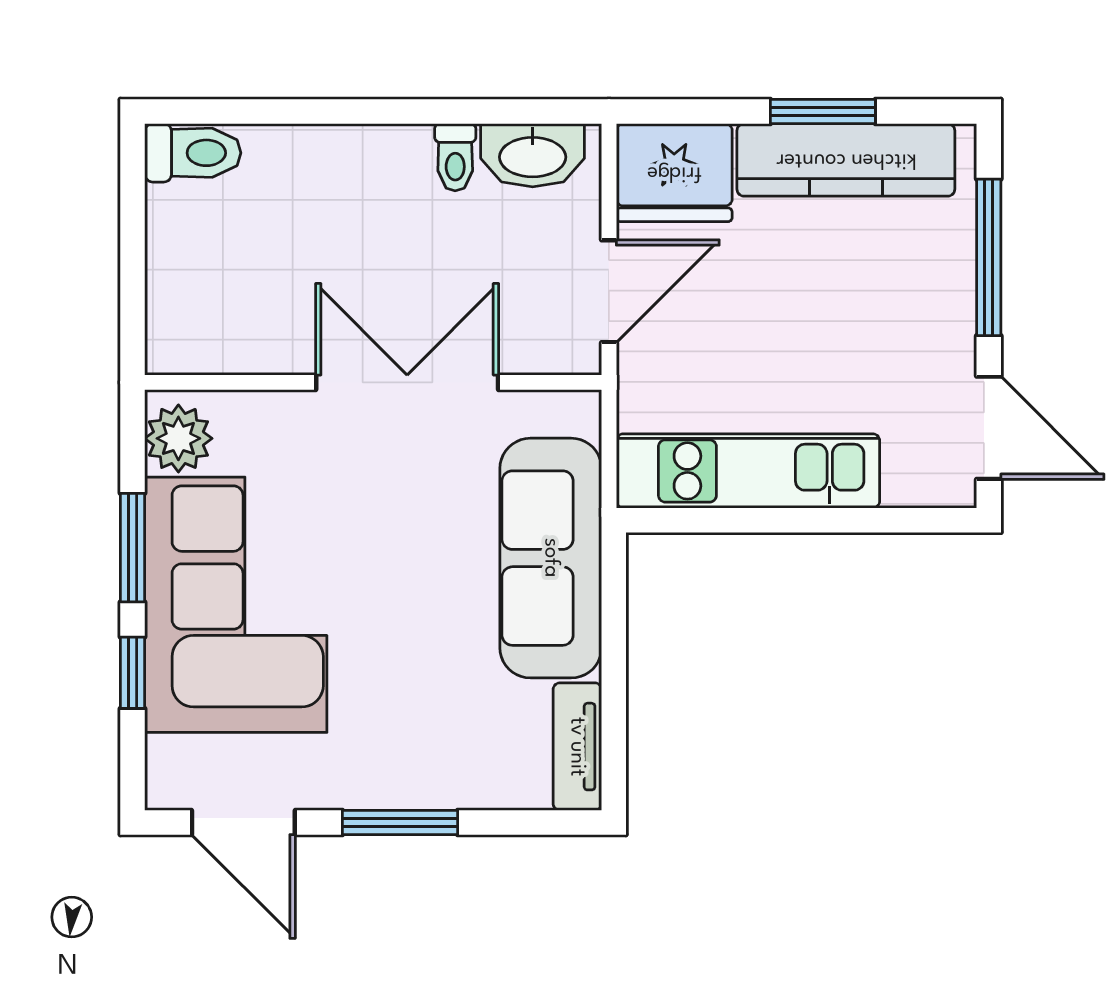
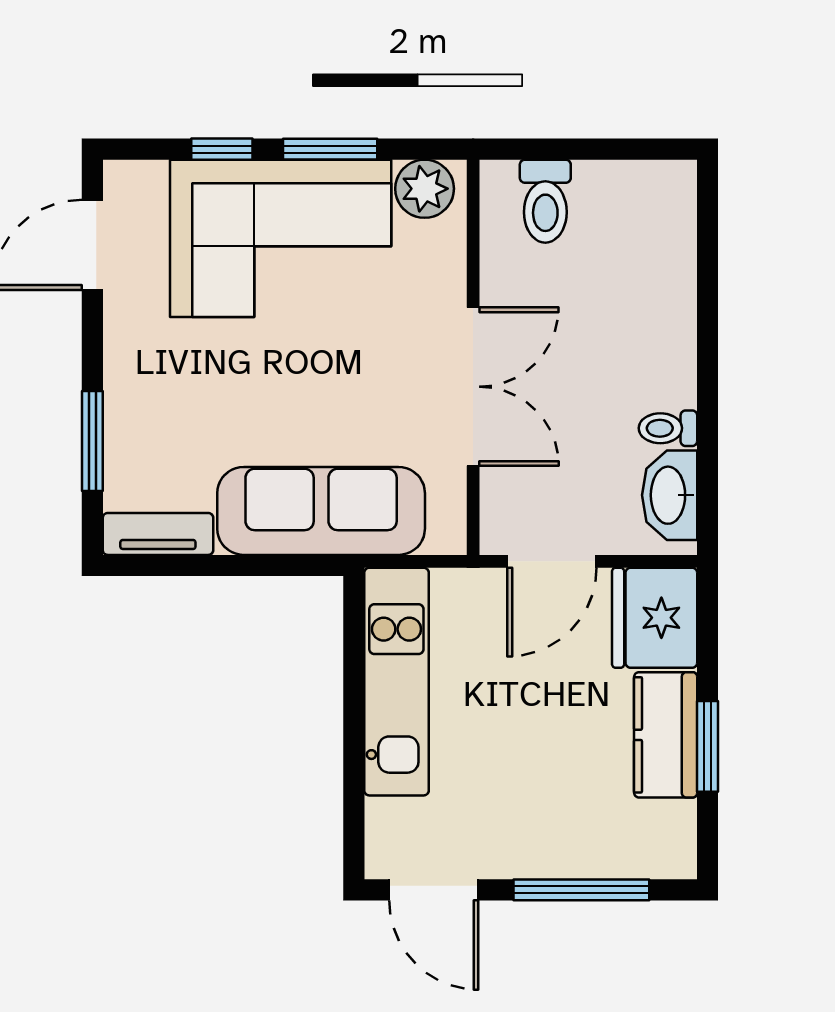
toilet: (193, 153) -> (545, 201), moved
kitchen counter: (846, 160) -> (666, 735), width x0.67
door: (609, 291) -> (552, 561), hinge flipped
door: (989, 428) -> (434, 890), hinge flipped
window: (400, 822) -> (92, 441), moved

